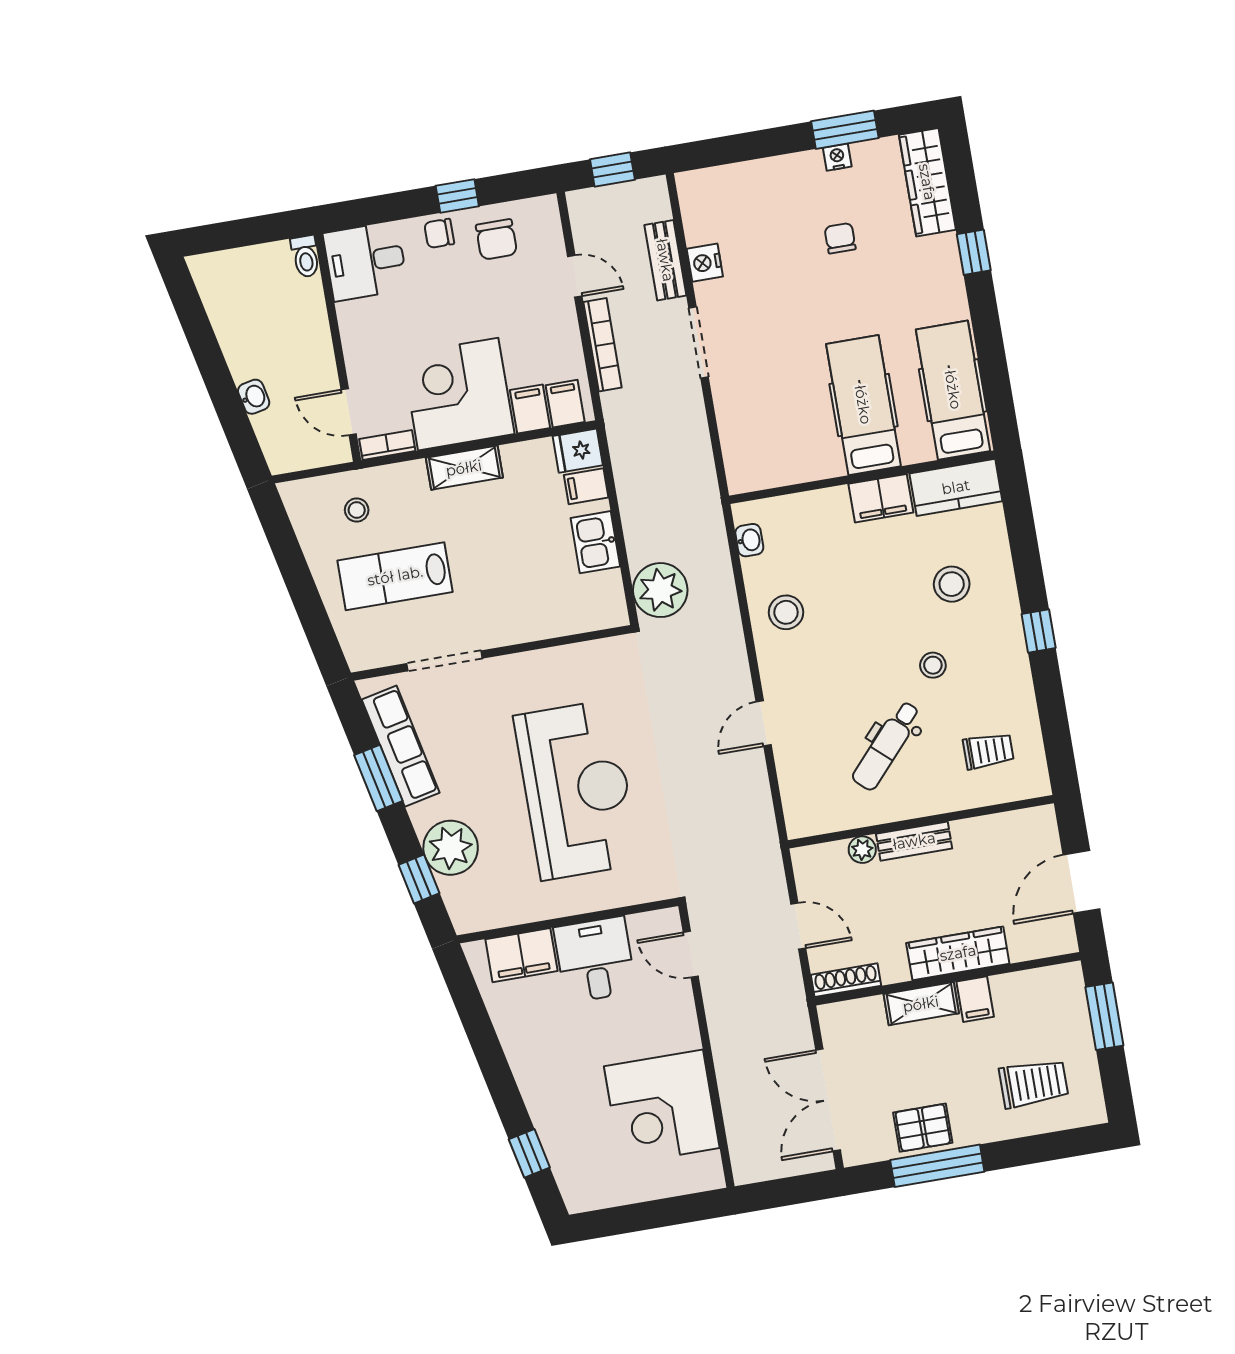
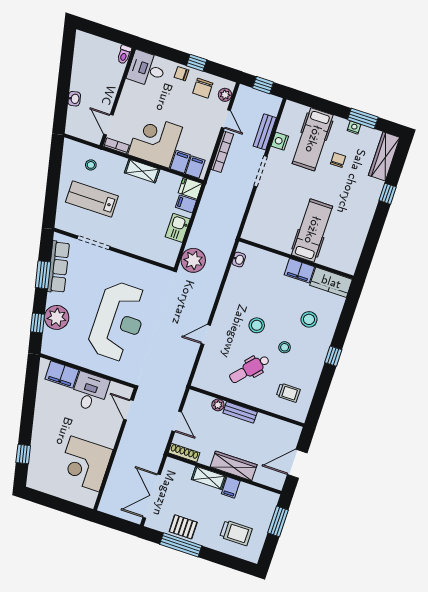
plant: (548, 229) -> (225, 95), added
hospital bed: (953, 390) -> (313, 139), moved, turned 180
stool: (786, 612) -> (257, 325), moved

